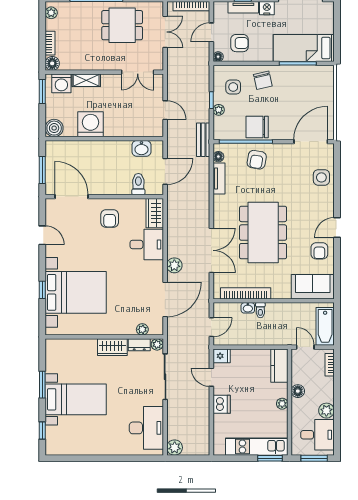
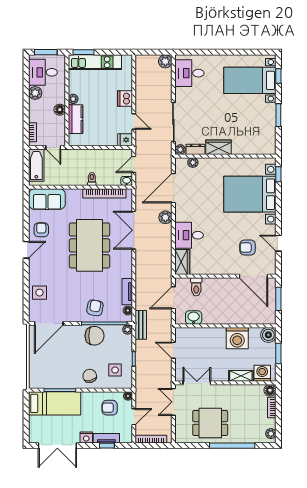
double door: (165, 32) -> (173, 402), moved
window: (42, 91) -> (278, 354), moved
plant: (219, 110) -> (128, 330), moved
armchair: (110, 219) -> (248, 247), moved, turned -90
window: (42, 290) -> (278, 174), moved
washbasin: (248, 308) -> (127, 181), moved
kitchen counter: (279, 366) -> (76, 119), moved
bed with nightstands: (76, 399) -> (250, 80), moved
desk: (146, 428) -> (189, 73), width x0.73

